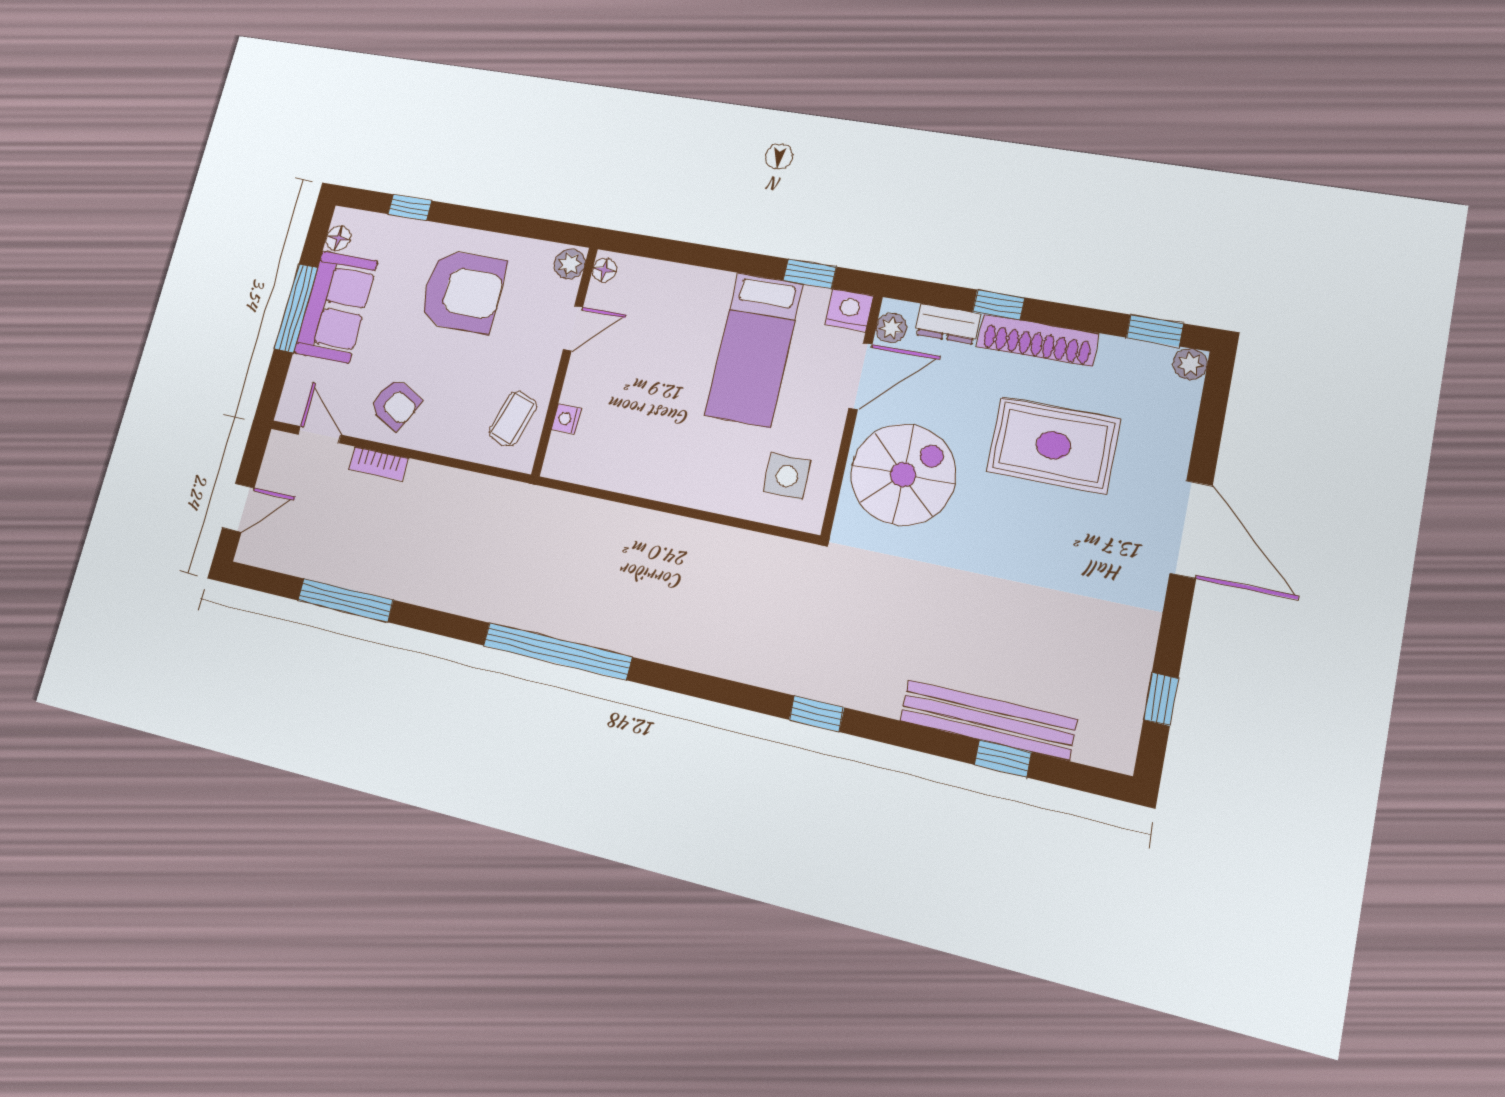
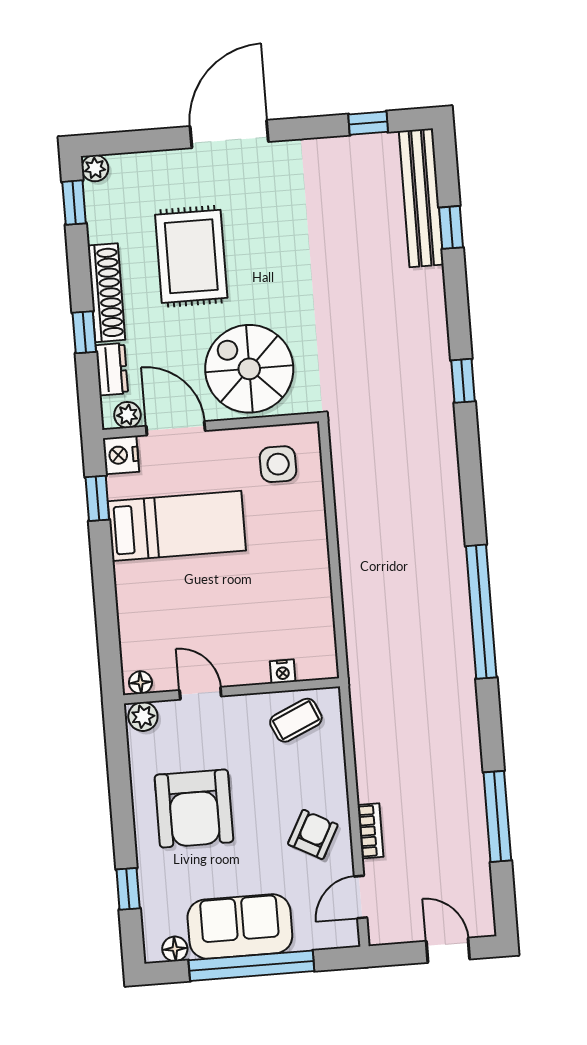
armchair: (463, 291) -> (194, 809), turned 180
window: (296, 308) -> (251, 966), width x1.46
coffee table: (513, 419) -> (296, 720), turned -42
bench: (988, 720) -> (421, 198), moved

